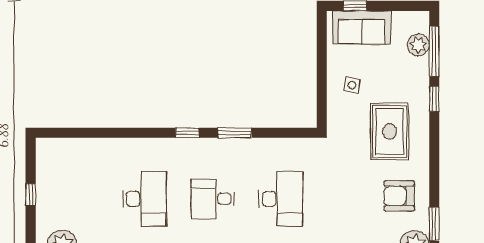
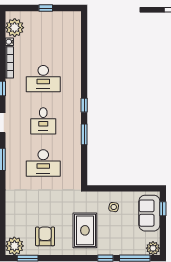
plant: (418, 45) -> (153, 248), moved
rug: (390, 132) -> (85, 230), turned 90
desk: (213, 199) -> (43, 121), turned 180

